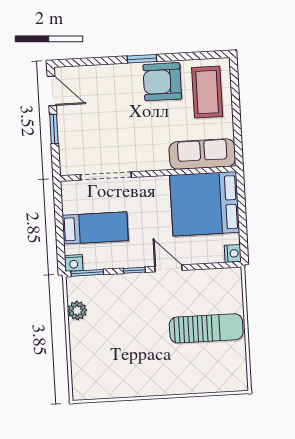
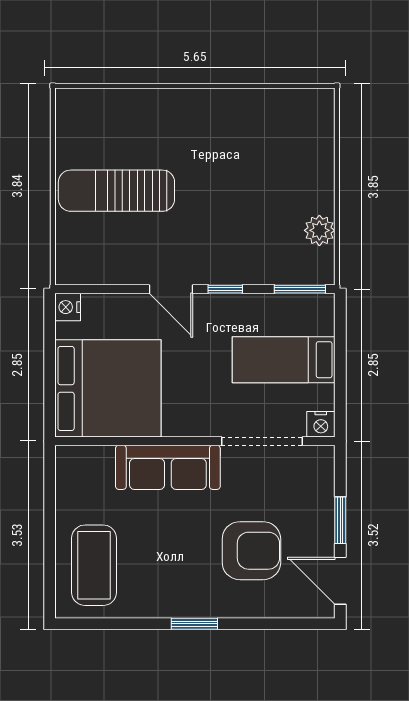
armchair: (162, 82) -> (251, 551), moved
sofa: (202, 154) -> (168, 467), moved
nightstand: (74, 263) -> (321, 424), moved, turned 180

